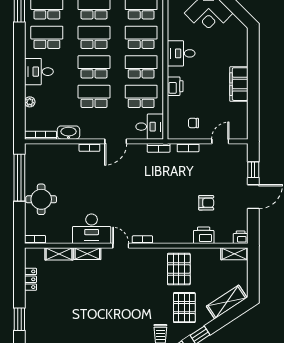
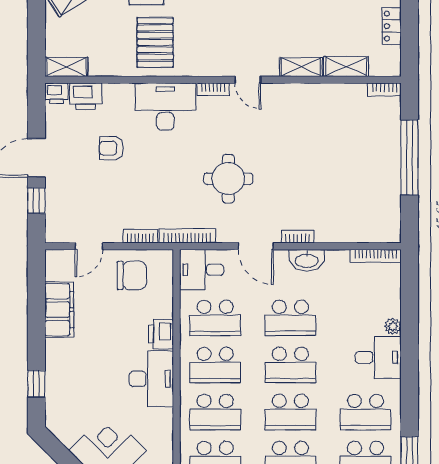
desk: (181, 53) -> (151, 379), width x1.37
window: (253, 55) -> (36, 384), added
filing cabinet: (239, 84) -> (59, 310), moved
plant: (30, 102) -> (393, 326), moved
chair: (193, 123) -> (132, 275), width x1.87, depth x1.87
washbasin: (68, 133) -> (307, 260), moved
door: (116, 141) -> (256, 246), swing flipped
bookcase: (159, 148) -> (187, 236), width x1.56
window: (19, 178) -> (409, 157), moved
round table: (41, 199) -> (228, 179), moved
desk: (92, 229) -> (165, 107), moved
printer: (204, 235) -> (86, 96), moved

